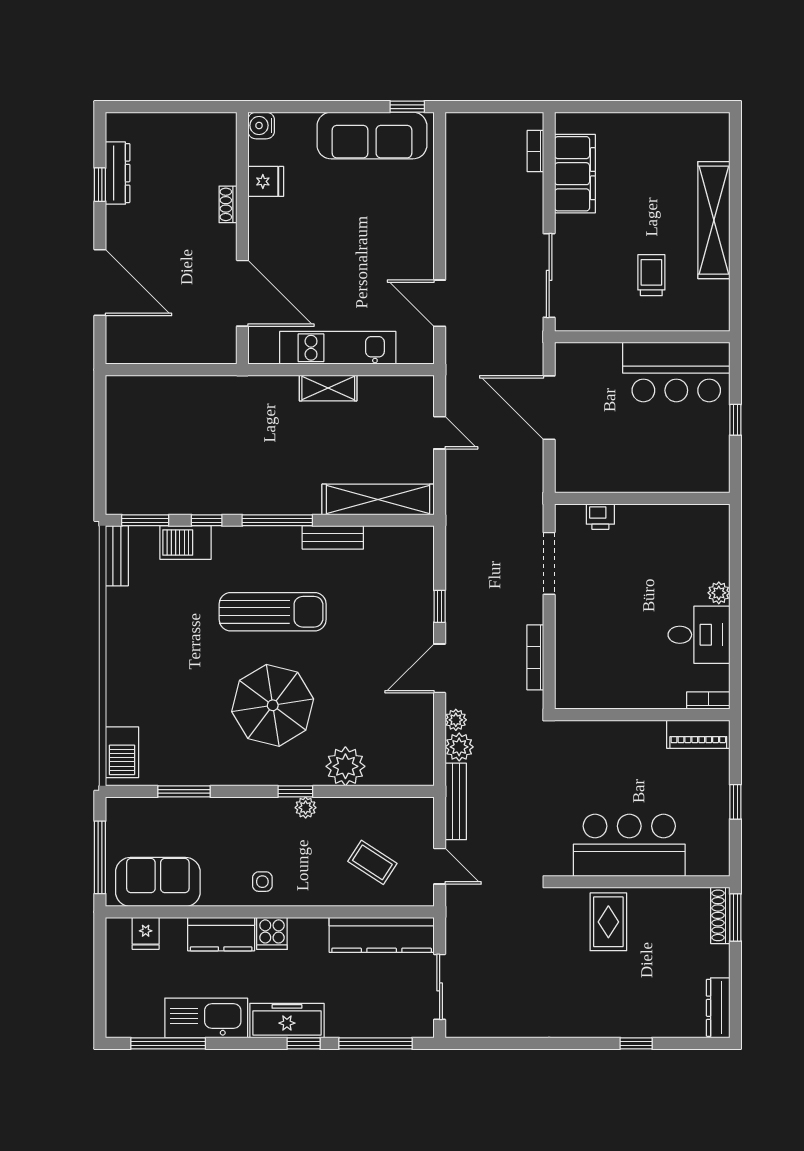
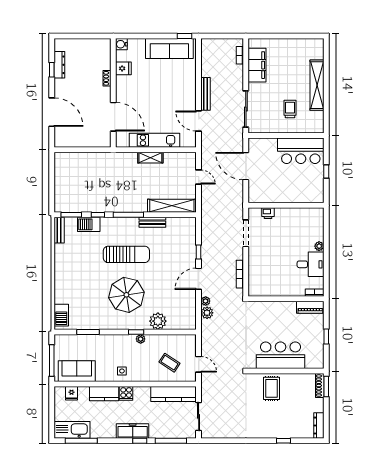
bench: (456, 801) -> (205, 94), moved
kitchen sink: (206, 1018) -> (72, 430), moved

